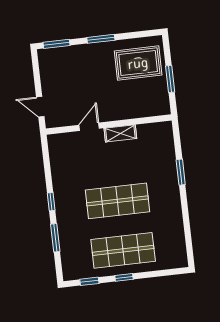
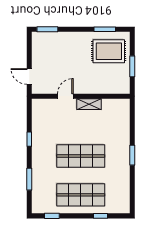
window: (101, 39) -> (105, 29), moved
window: (181, 172) -> (132, 155), moved
window: (51, 202) -> (29, 139), moved
window: (124, 277) -> (101, 216), moved

